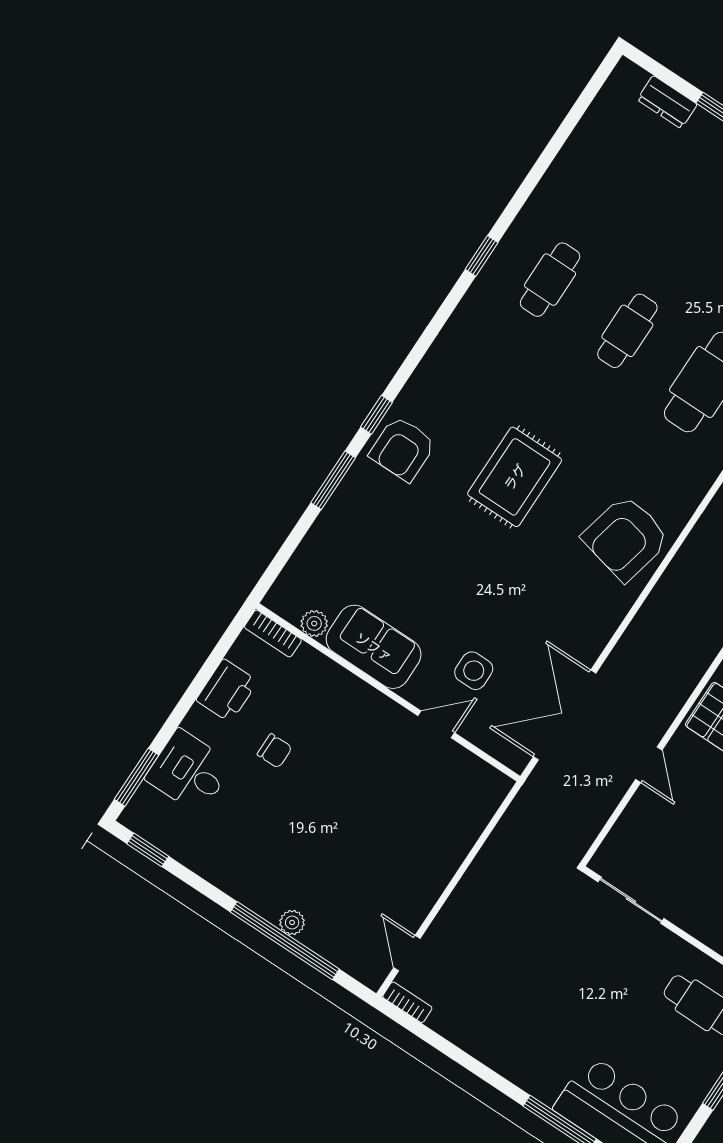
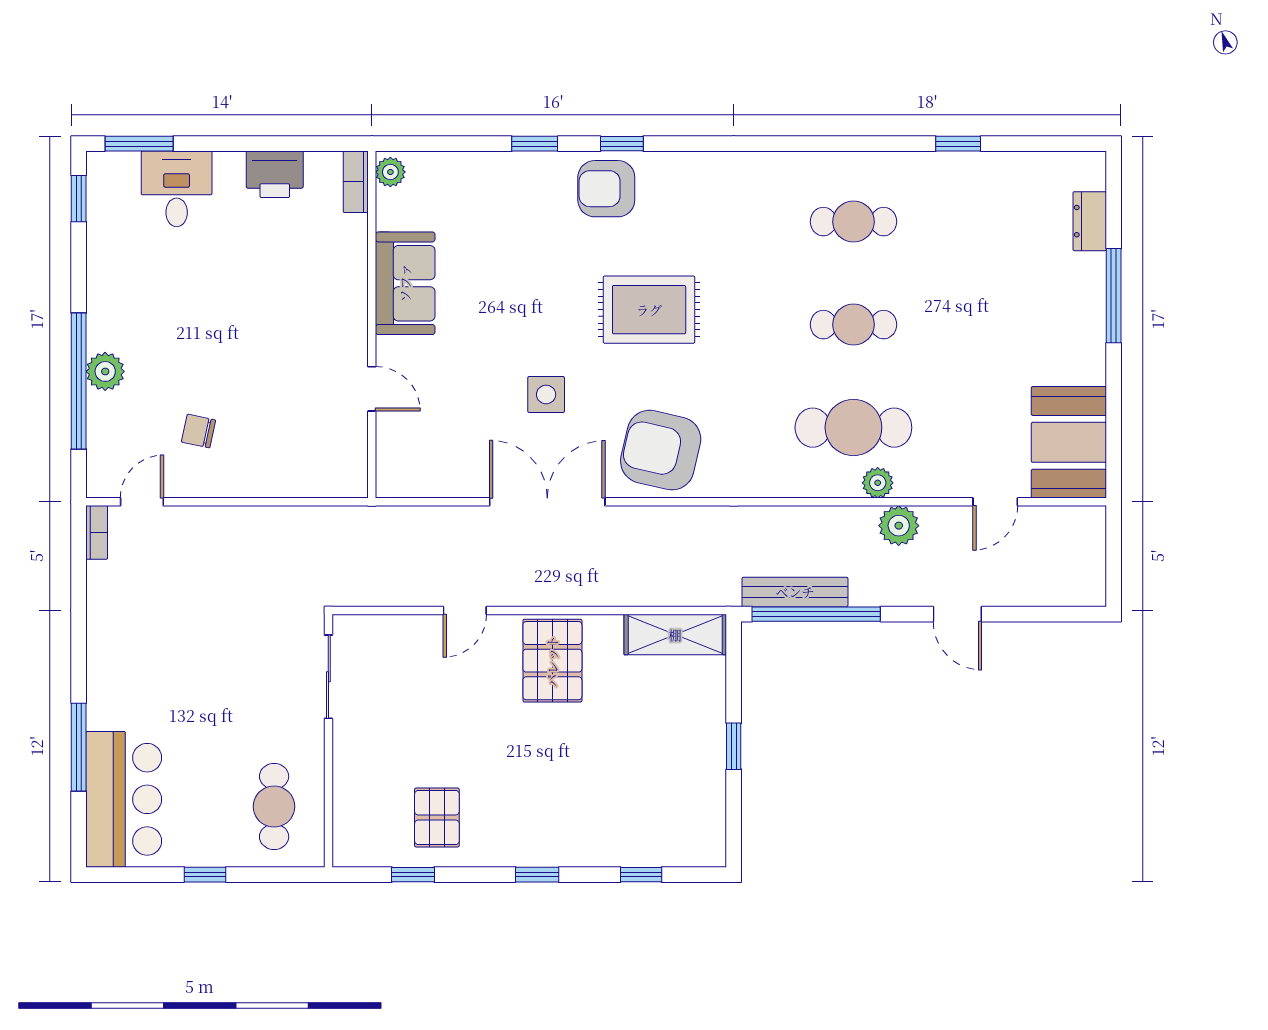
window: (482, 256) -> (958, 144), moved
window: (333, 480) -> (535, 144), width x0.67
plant: (314, 623) -> (390, 172), moved
side table: (474, 671) -> (546, 394), moved
double door: (565, 715) -> (547, 502), moved
chair: (275, 751) -> (199, 431), moved, turned 102
plant: (292, 922) -> (105, 371), width x1.38, depth x1.38

